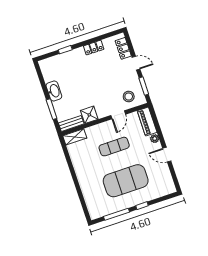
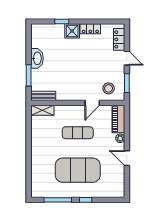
shower: (89, 115) -> (72, 31), moved

